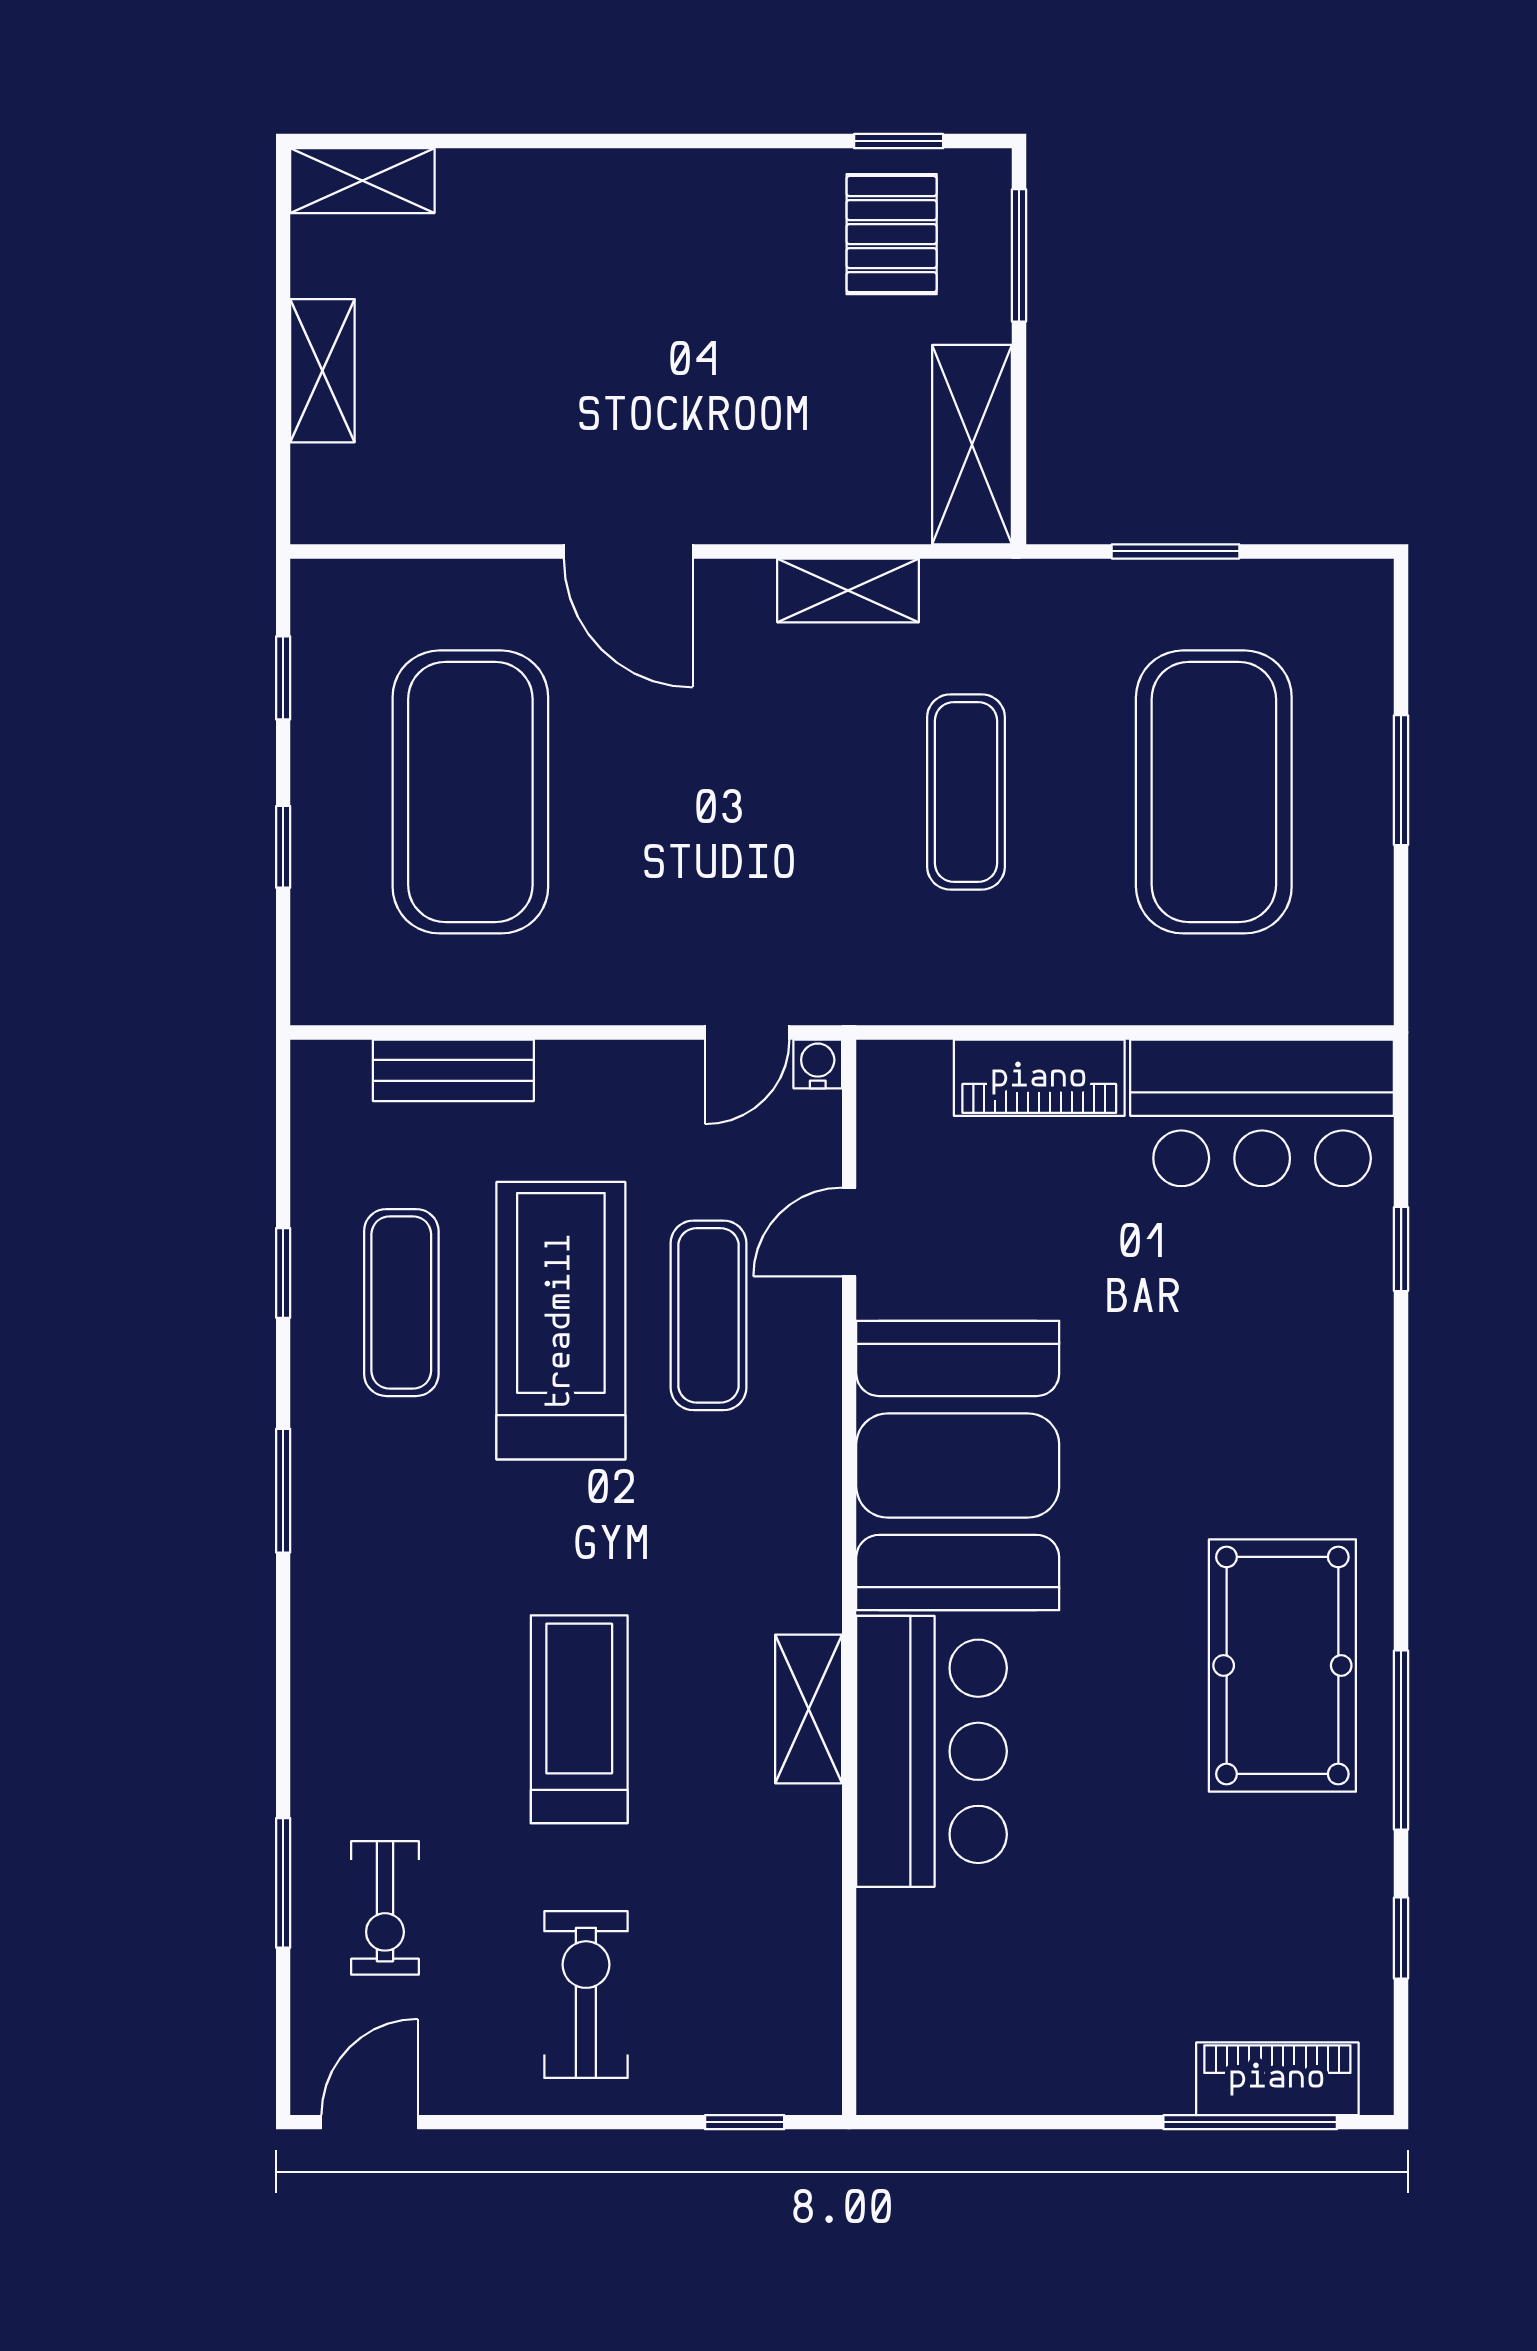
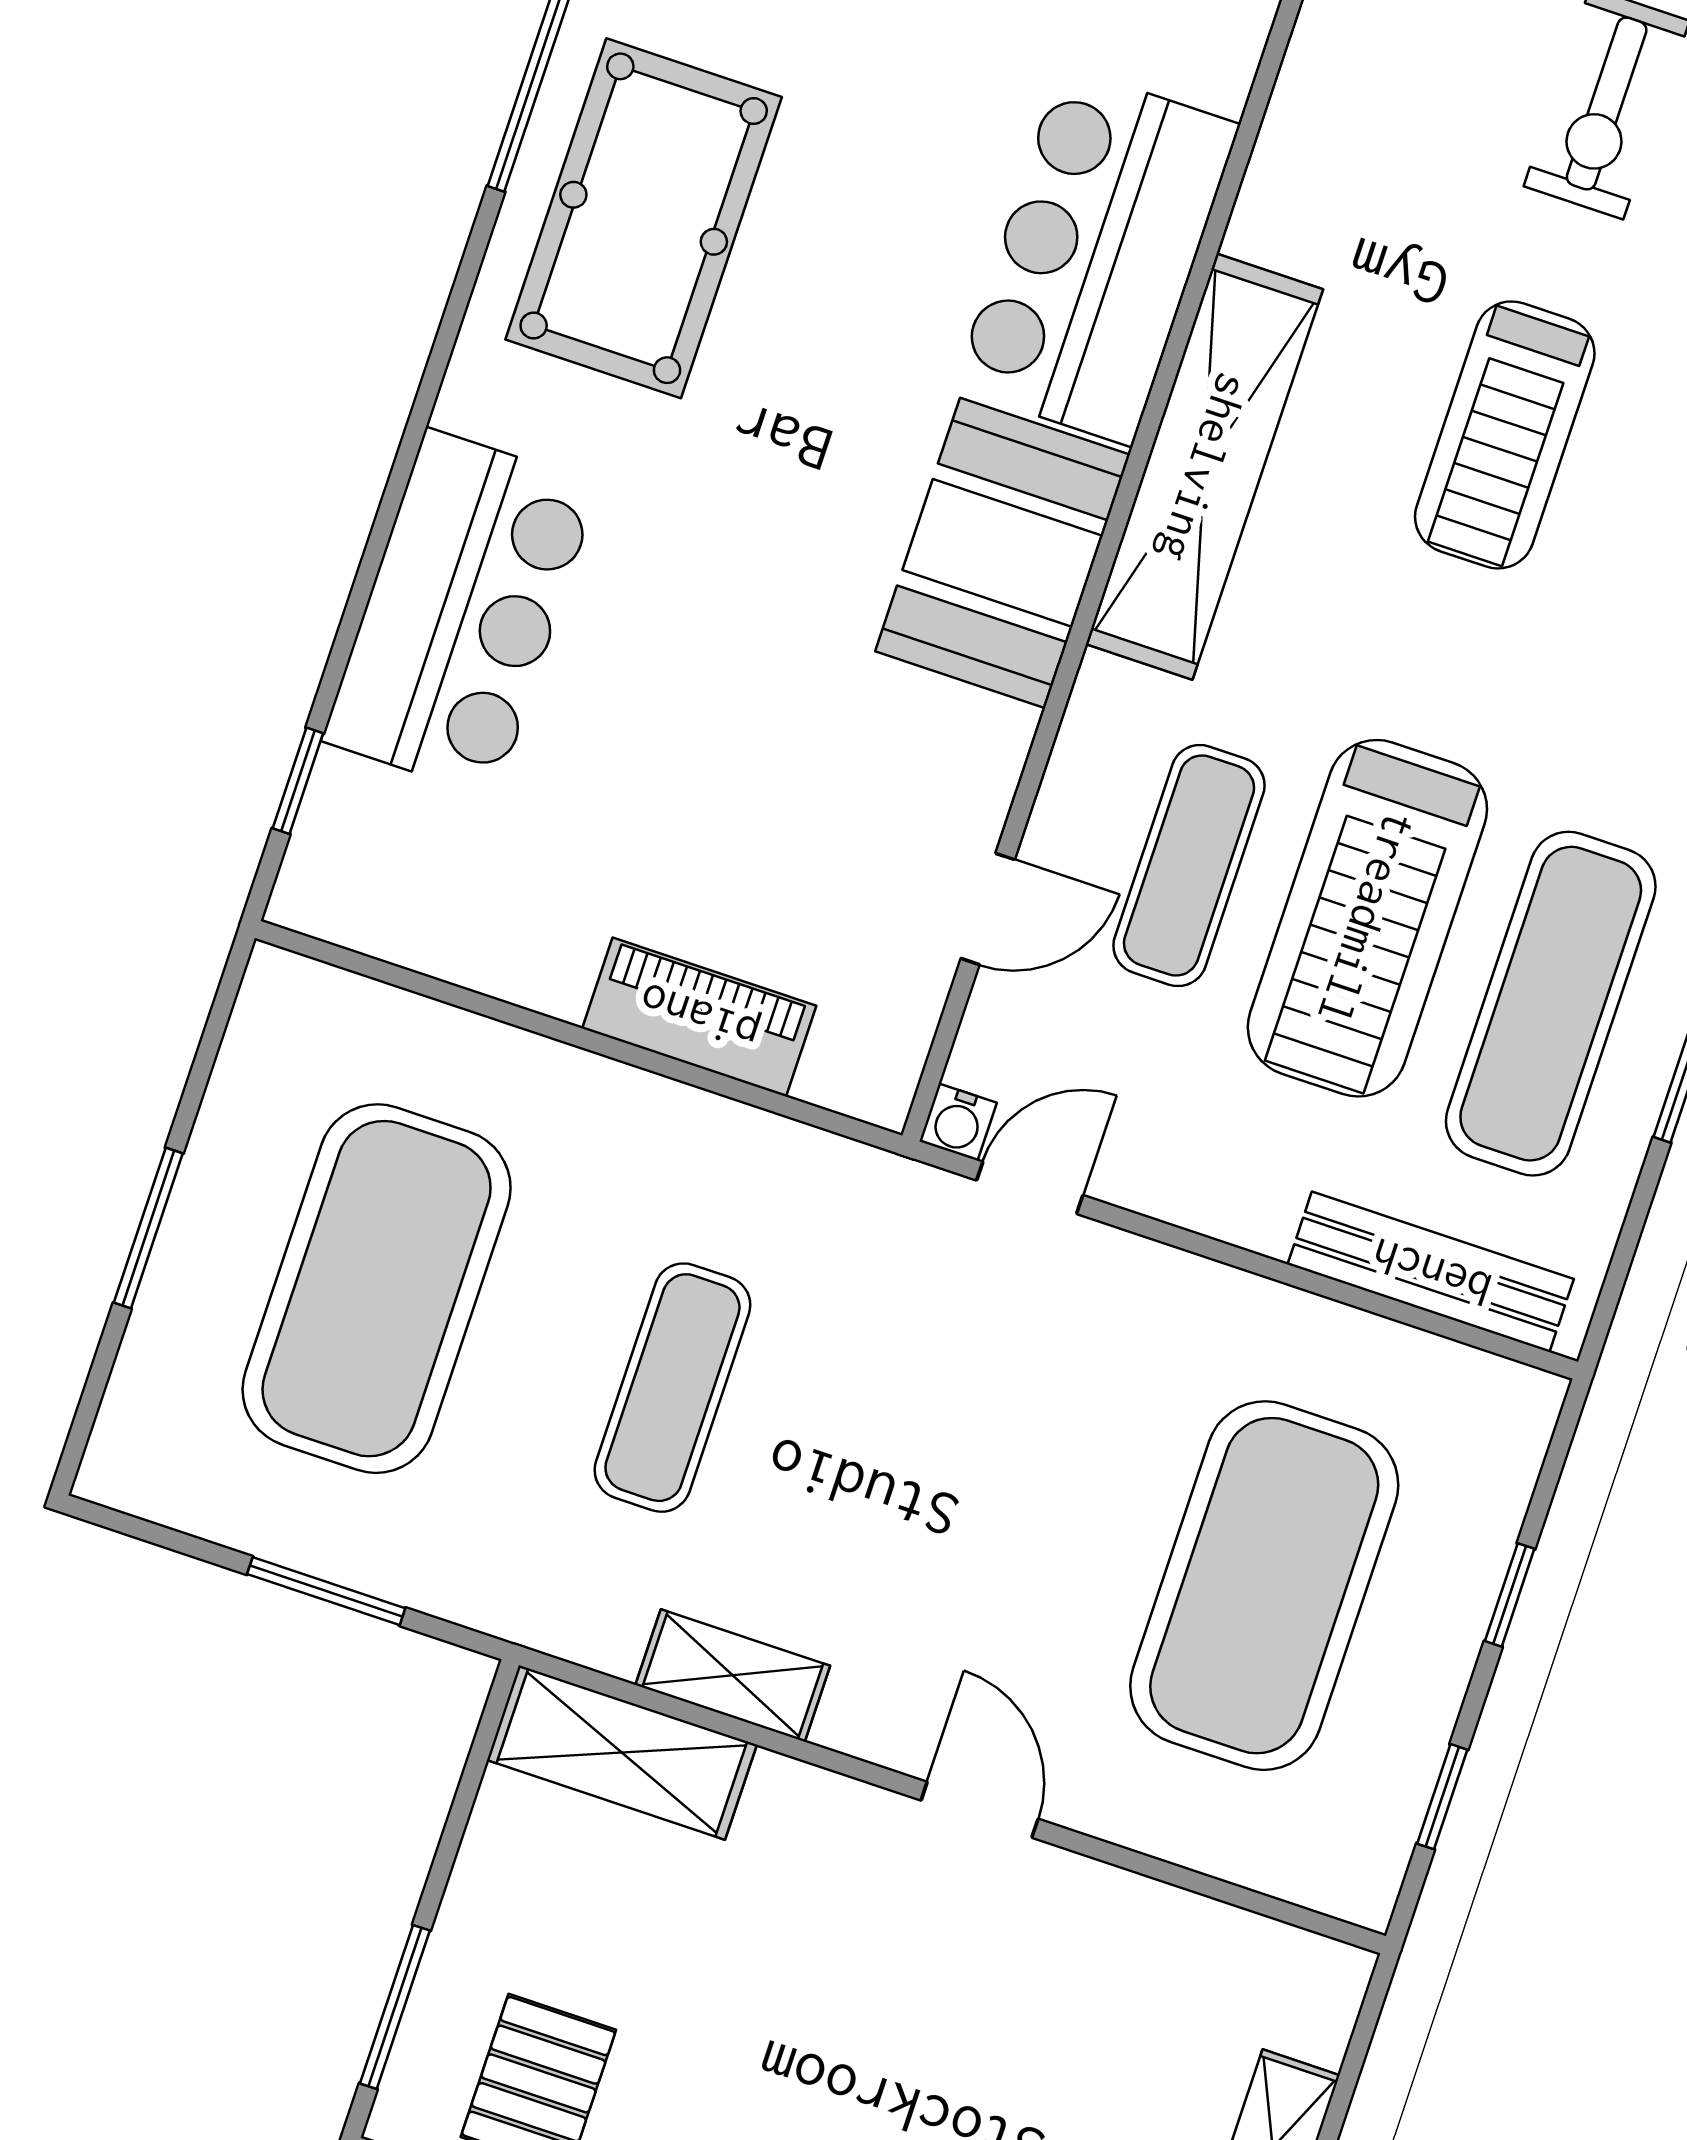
shelving: (972, 445) -> (622, 1752), moved, turned 90
door: (628, 551) -> (980, 1810), width x0.73
bench: (453, 1070) -> (1431, 1272), width x1.36
bar counter: (1262, 1113) -> (461, 613), moved, turned 90
window: (1401, 1249) -> (298, 781), moved
exercise mat: (401, 1303) -> (1551, 1004), width x1.36, depth x1.45
booth: (958, 1465) -> (1003, 553), width x0.73, depth x0.70
shelving: (809, 1709) -> (1204, 467), width x2.20, depth x1.33

